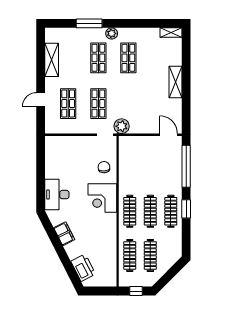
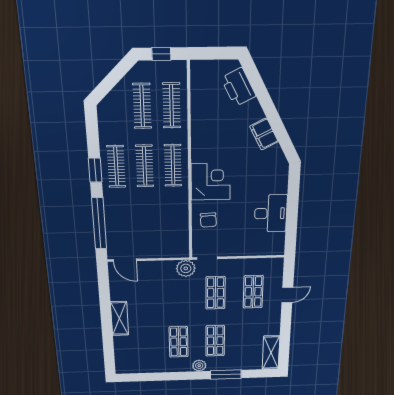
shelving: (171, 33) -> (128, 369), removed
shelving: (52, 60) -> (271, 353), moved
desk: (57, 195) -> (271, 213), moved

